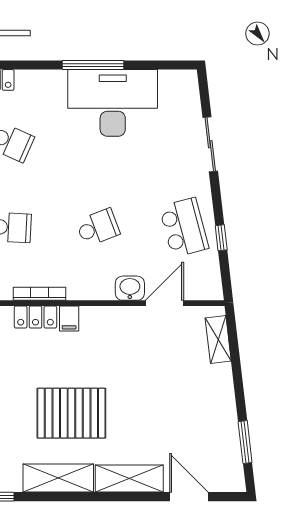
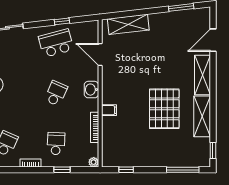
school desk: (98, 228) -> (56, 93), turned 45
washbasin: (130, 288) -> (91, 90), moved
locker: (35, 317) -> (108, 130), removed
shelving: (218, 340) -> (128, 24), width x1.50, depth x1.33

